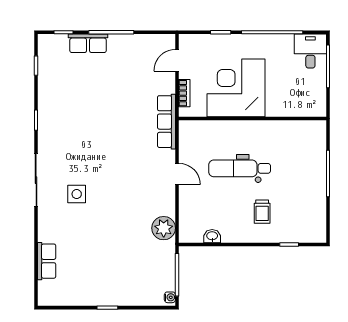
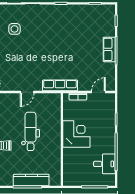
row of seats: (88, 43) -> (109, 49), moved
desk: (310, 51) -> (104, 164), moved
door: (177, 60) -> (98, 92), hinge flipped
corner desk: (236, 88) -> (76, 134), width x0.74, depth x0.74
kitchen counter: (317, 167) -> (31, 180), added

